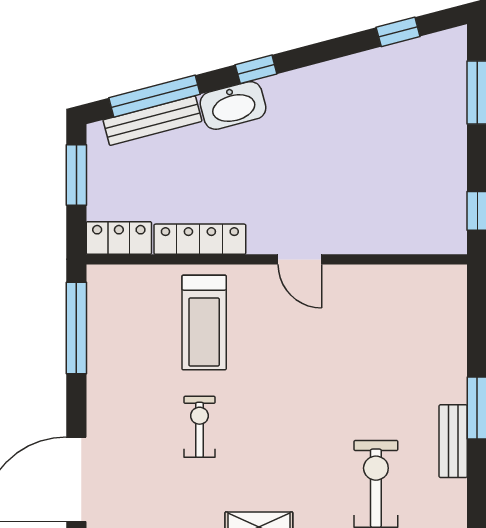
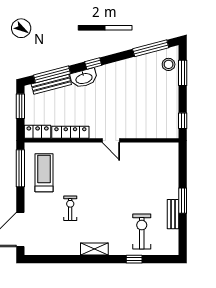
window: (398, 32) -> (151, 48), width x2.17
stool: (442, 72) -> (169, 64), added
treadmill: (204, 323) -> (44, 173), moved, turned 180

